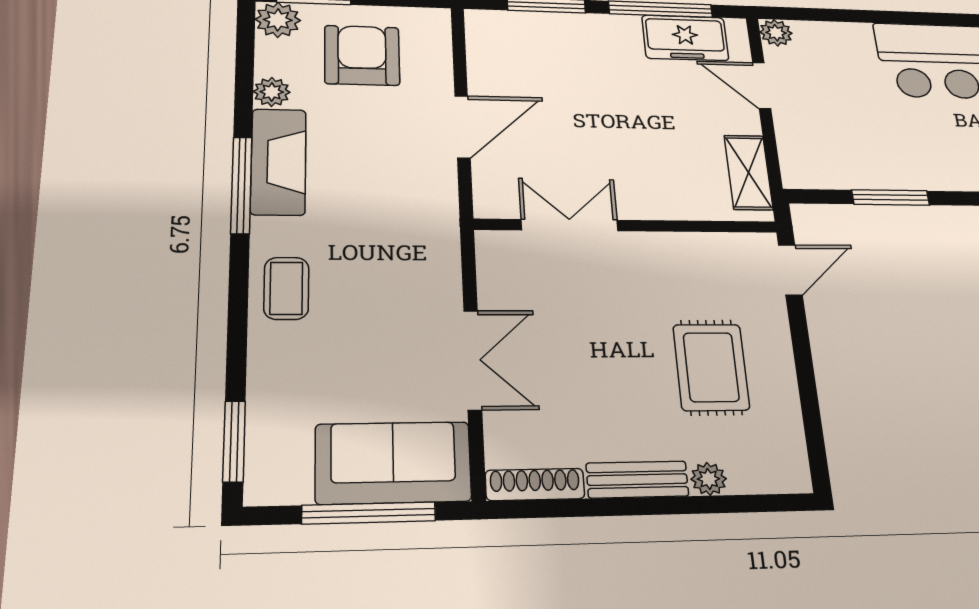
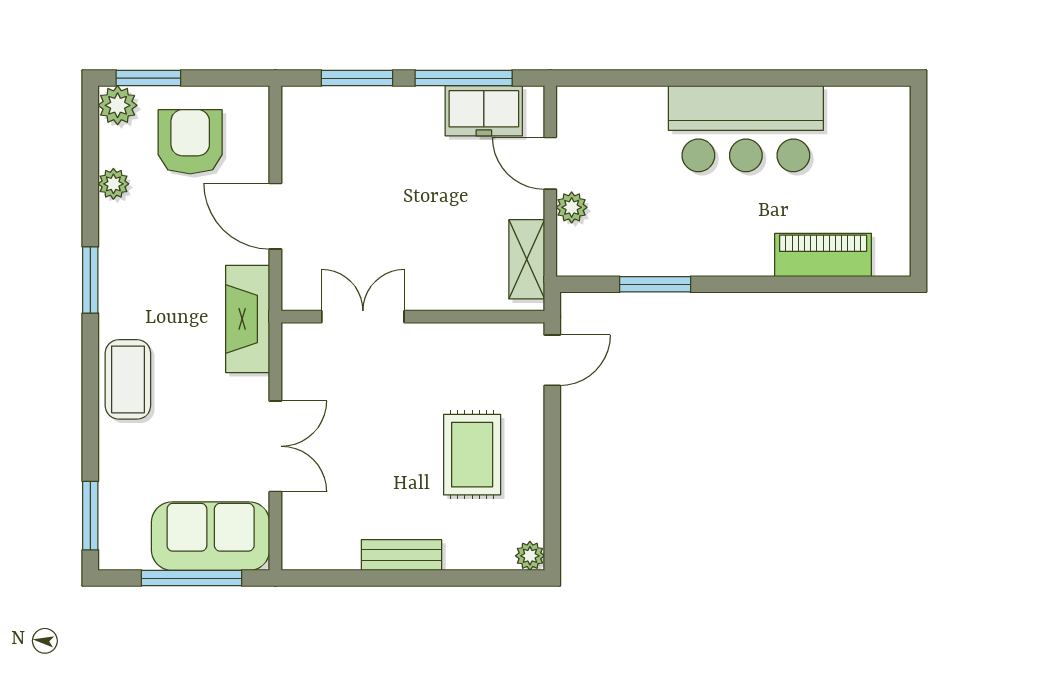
plant: (776, 33) -> (572, 207), moved
door: (462, 127) -> (275, 216), swing flipped
fireplace: (278, 162) -> (248, 319), moved, turned 180
window: (241, 185) -> (90, 280), width x0.69
coffee table: (286, 288) -> (128, 379), width x1.36, depth x1.30
plant: (709, 479) -> (530, 556), moved
shoe rack: (535, 484) -> (320, 557), removed

